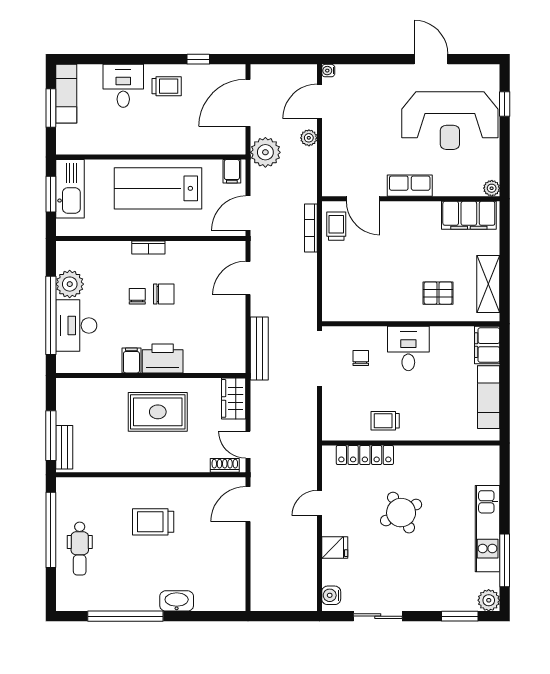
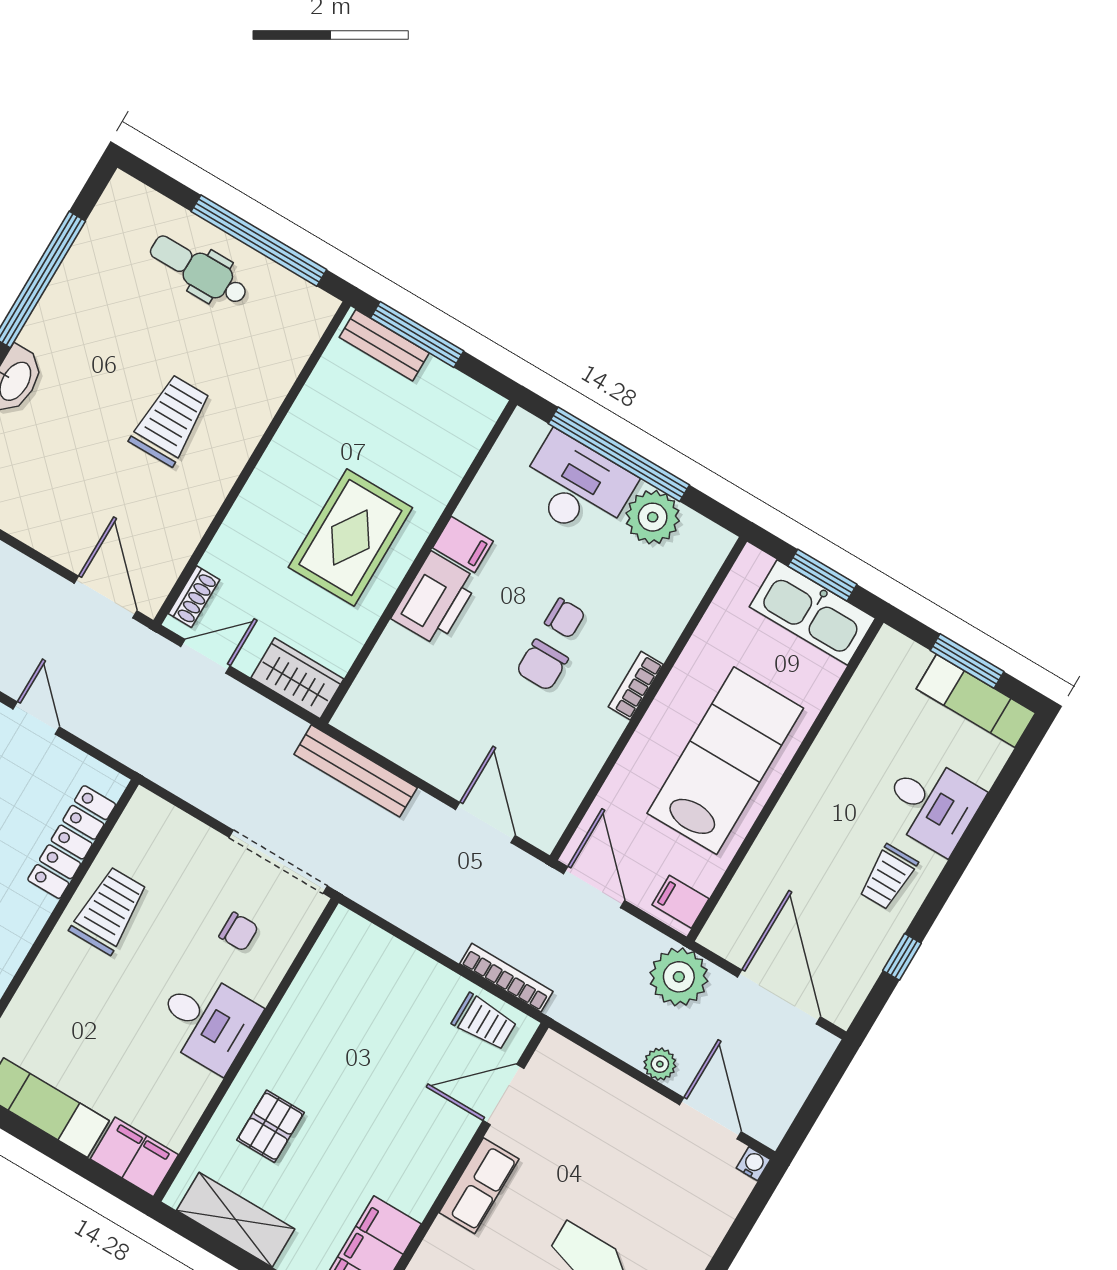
trolley: (385, 421) -> (109, 910), width x1.36, depth x1.39

